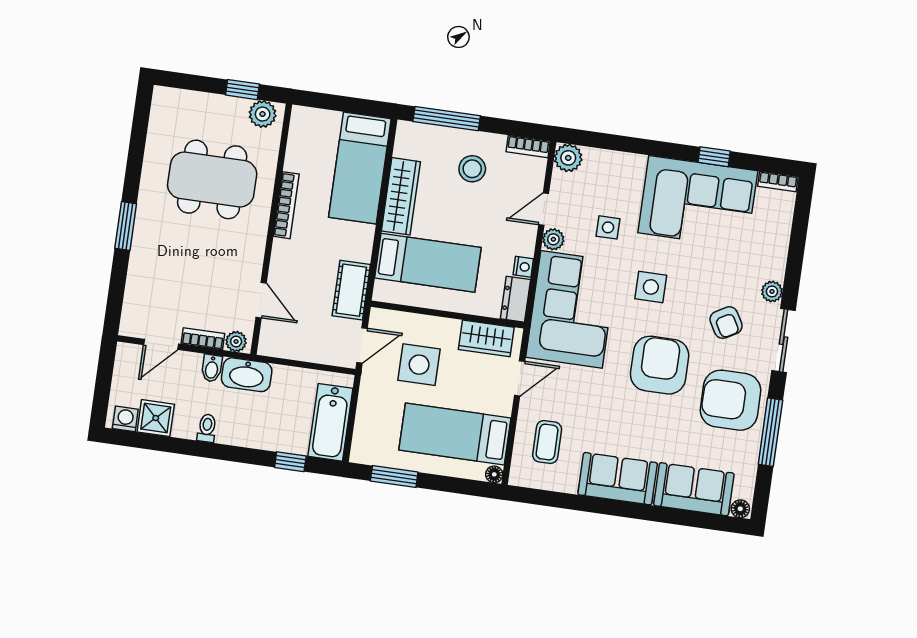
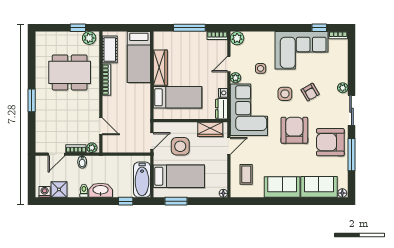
window: (447, 119) -> (189, 28), moved
window: (714, 157) -> (319, 28), moved
stool: (472, 169) -> (192, 50), removed
cot: (351, 290) -> (110, 49), moved
armchair: (726, 323) -> (310, 92), moved
washbasin: (247, 375) -> (101, 190), moved, turned 180
bed: (455, 434) -> (179, 176), moved, turned 180

